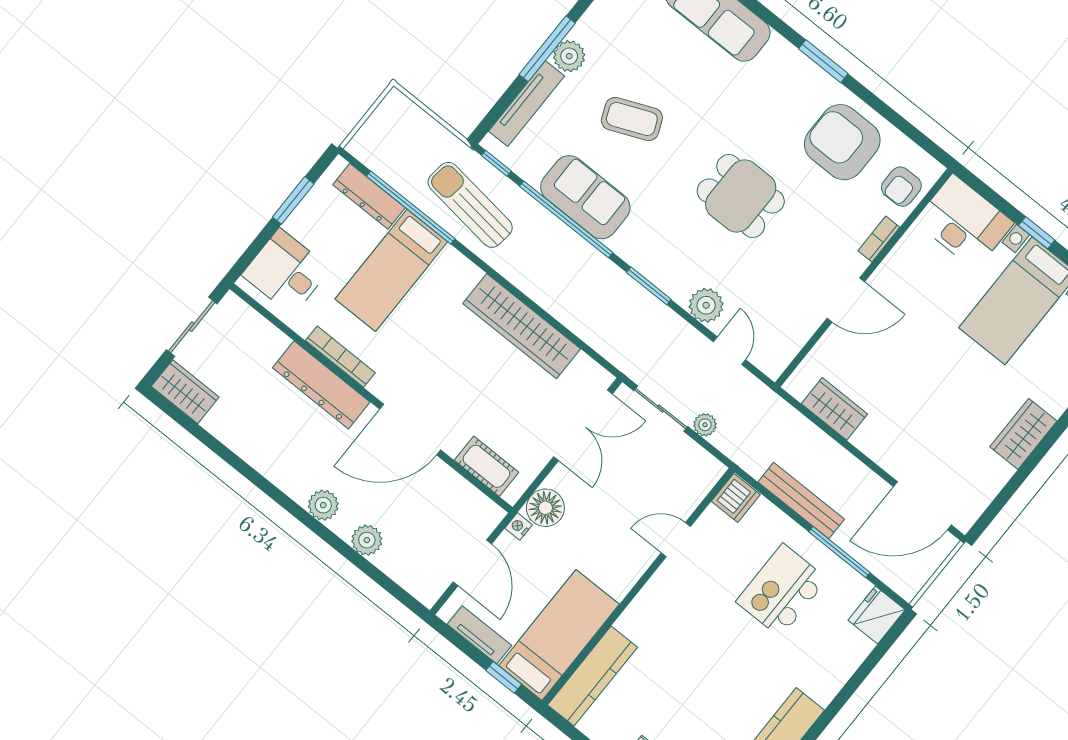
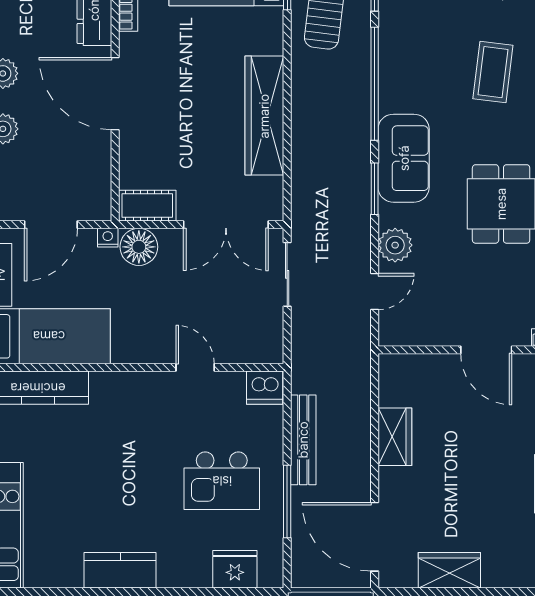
coffee table: (632, 119) -> (493, 72), turned 30
sofa: (585, 197) -> (404, 158), moved
wardrobe: (834, 409) -> (395, 437), moved
plant: (705, 425) -> (302, 319), removed
wardrobe: (1023, 434) -> (449, 570), moved
cot: (486, 466) -> (147, 206), moved, turned 90
kitchen island: (782, 590) -> (222, 481), turned 180
fridge: (877, 615) -> (235, 569), moved

